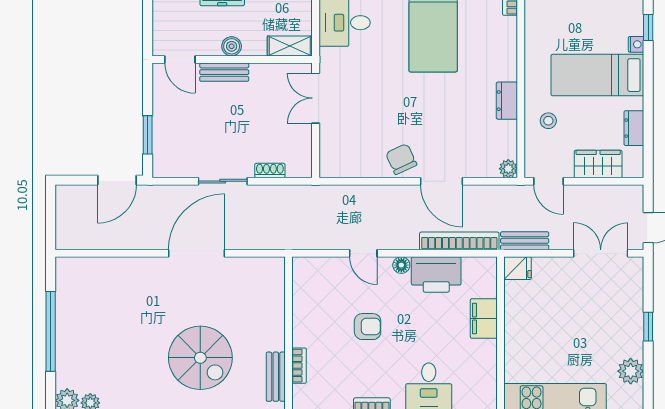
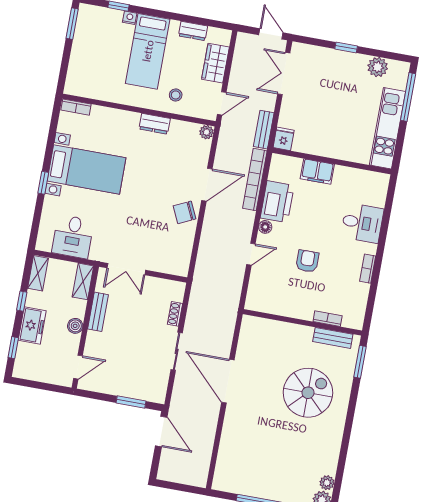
bench: (224, 72) -> (98, 312), moved

